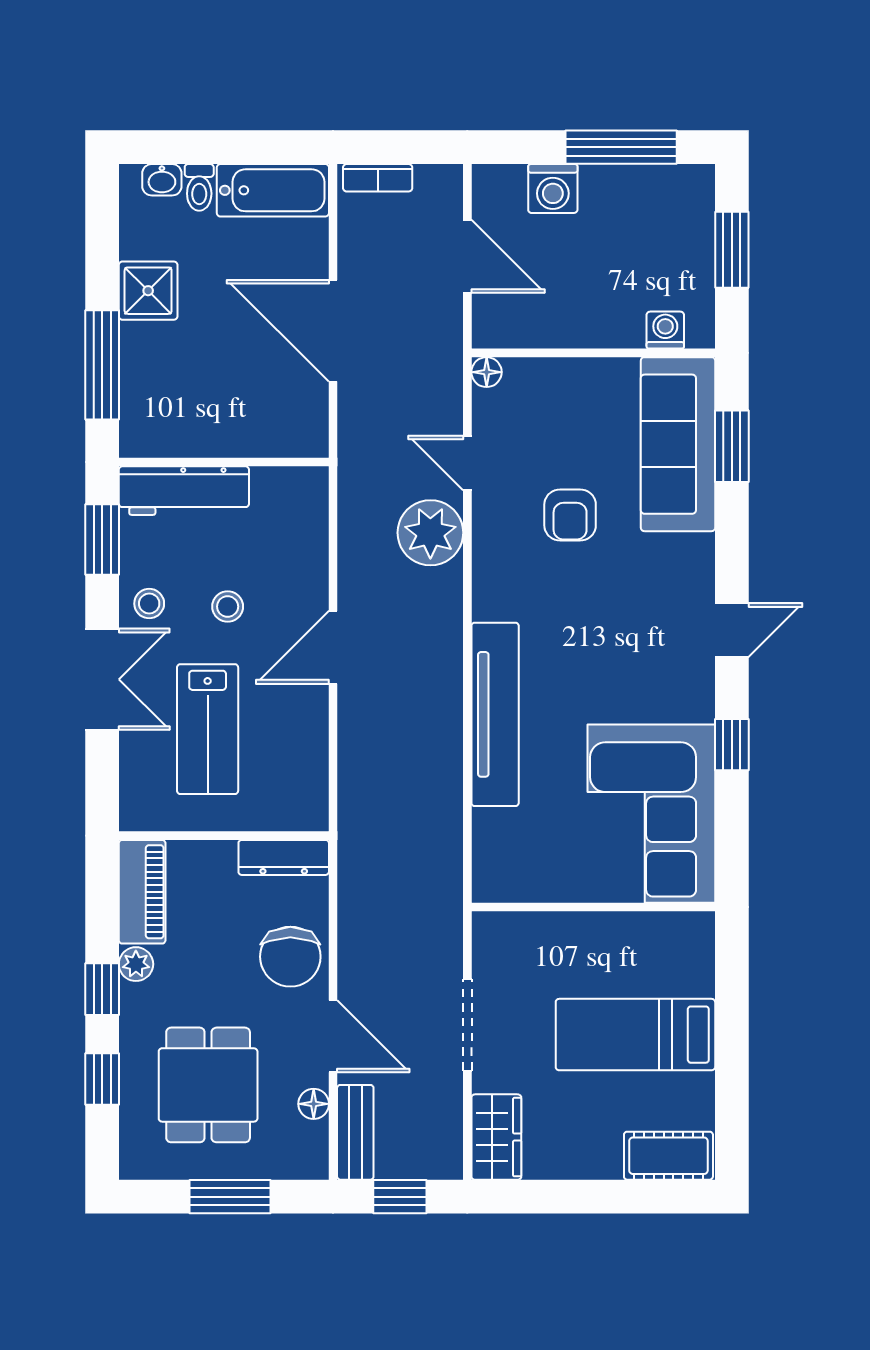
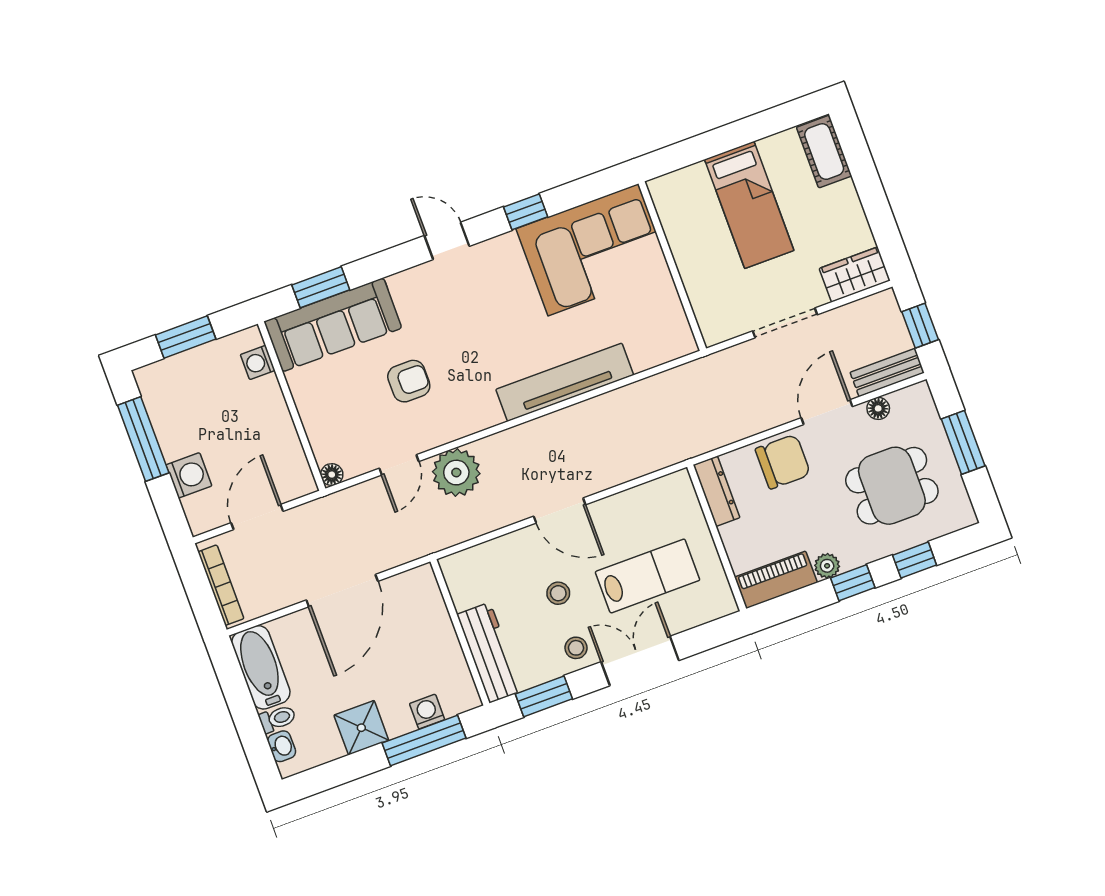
bookcase: (378, 178) -> (221, 585), width x1.56
washing machine: (138, 382) -> (427, 712), added

